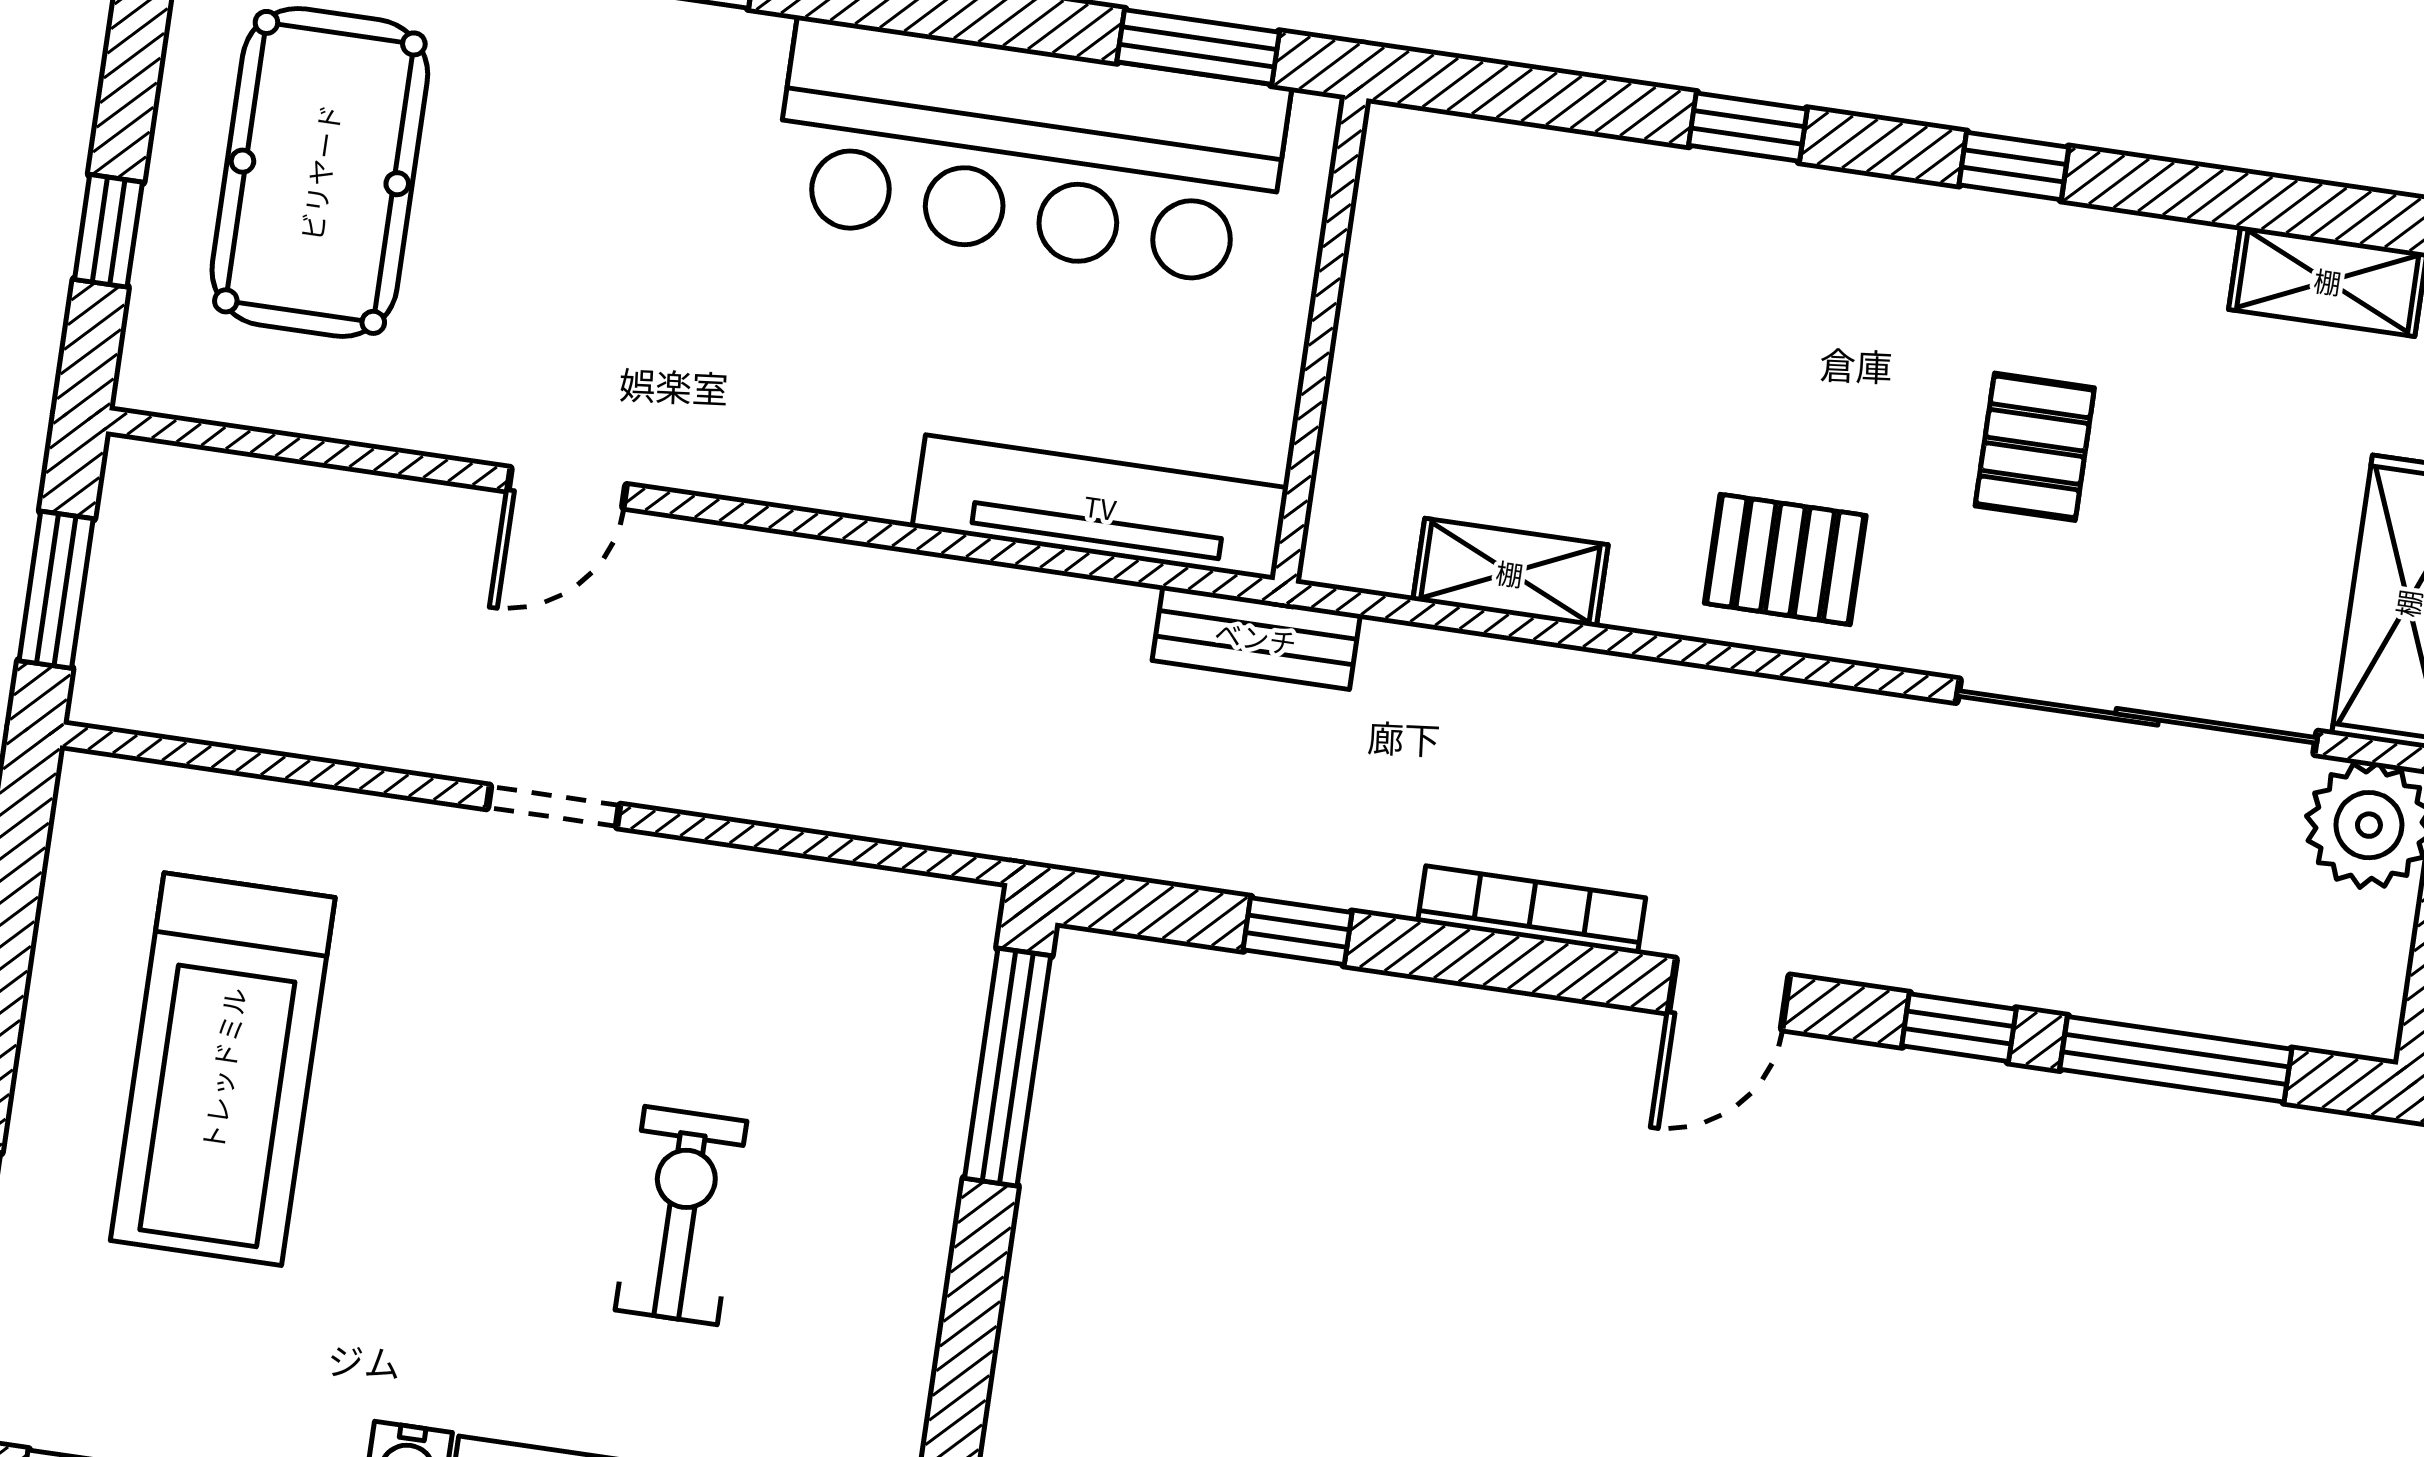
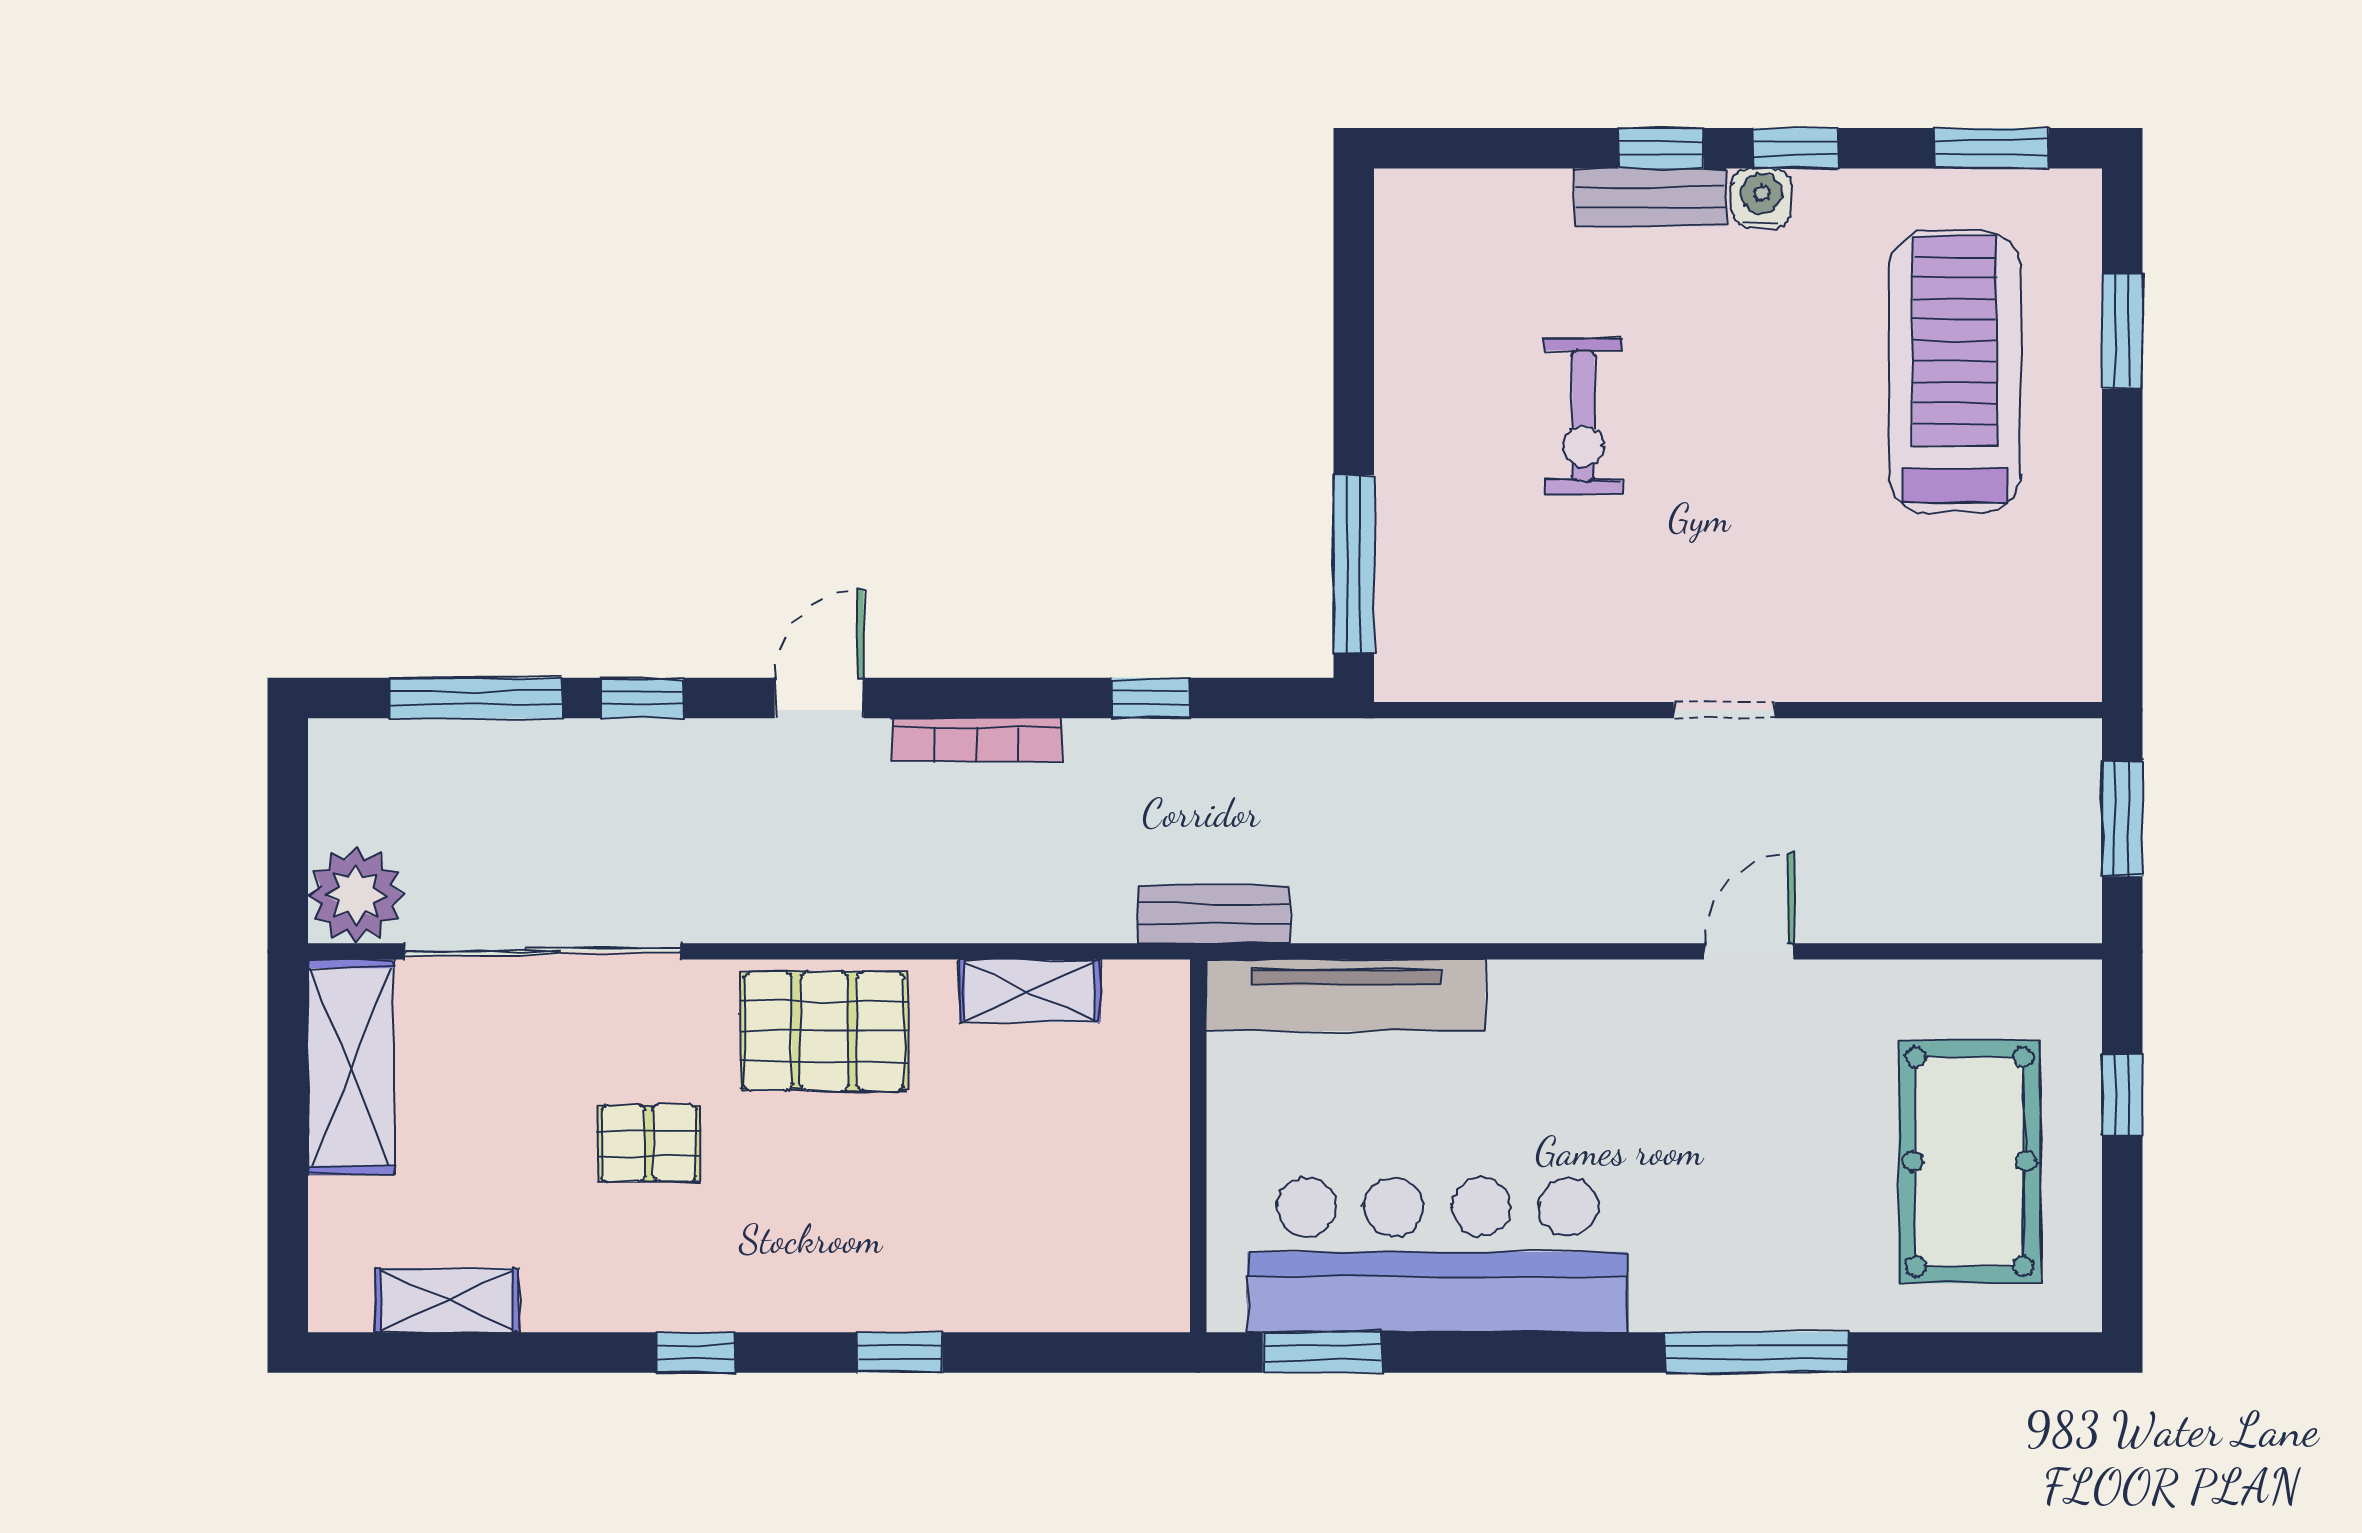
pallet: (2035, 447) -> (649, 1143), turned 90
pallet: (1785, 559) -> (824, 1031), width x1.50, depth x1.42
treadmill: (223, 1069) -> (1955, 372), moved

